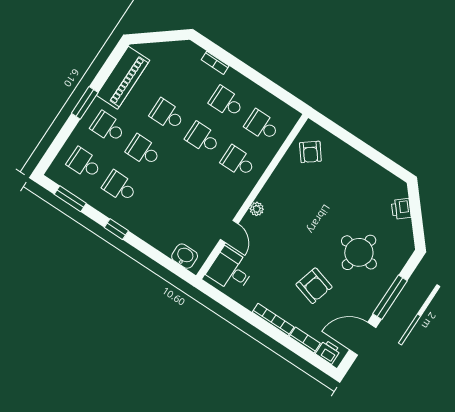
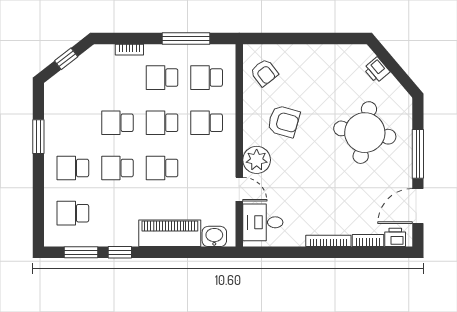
window: (160, 37) -> (66, 59), added
piano: (123, 78) -> (170, 233), moved, turned -90
window: (266, 84) -> (186, 39), added
window: (85, 103) -> (38, 137), moved
school desk: (120, 187) -> (162, 168), moved
plant: (257, 209) -> (257, 160), width x1.87, depth x1.87
window: (116, 229) -> (120, 252), moved
round table: (359, 252) -> (365, 133), width x1.36, depth x1.36
armchair: (314, 286) -> (284, 121), moved

